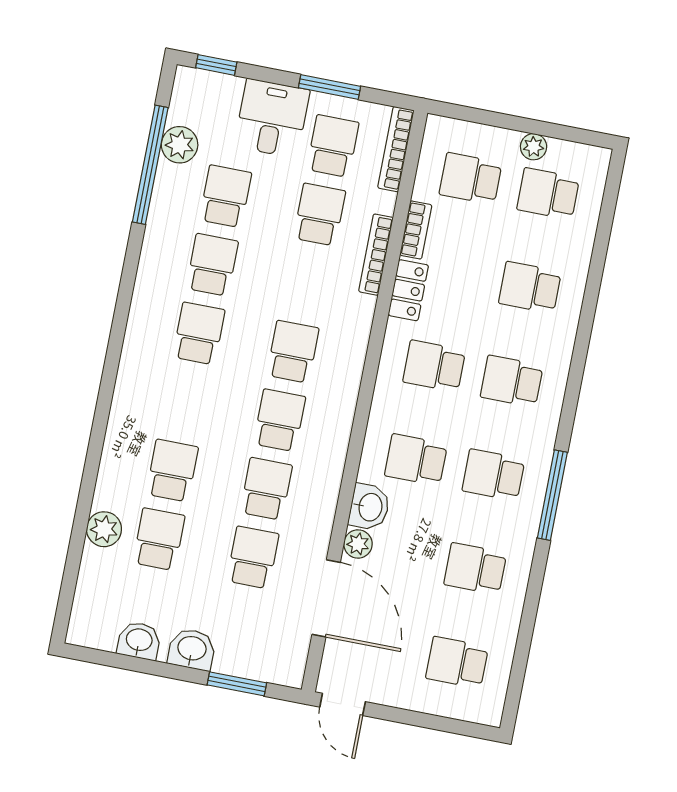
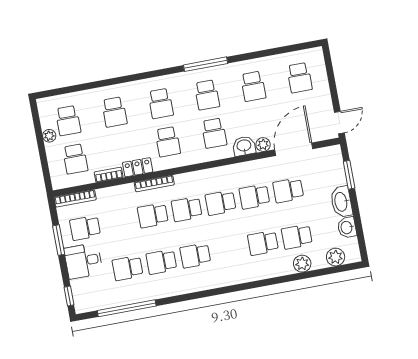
plant: (180, 145) -> (336, 257), moved
school desk: (319, 215) -> (153, 215), moved
bookcase: (376, 255) -> (154, 184), moved
washbasin: (192, 649) -> (341, 202), width x1.38

